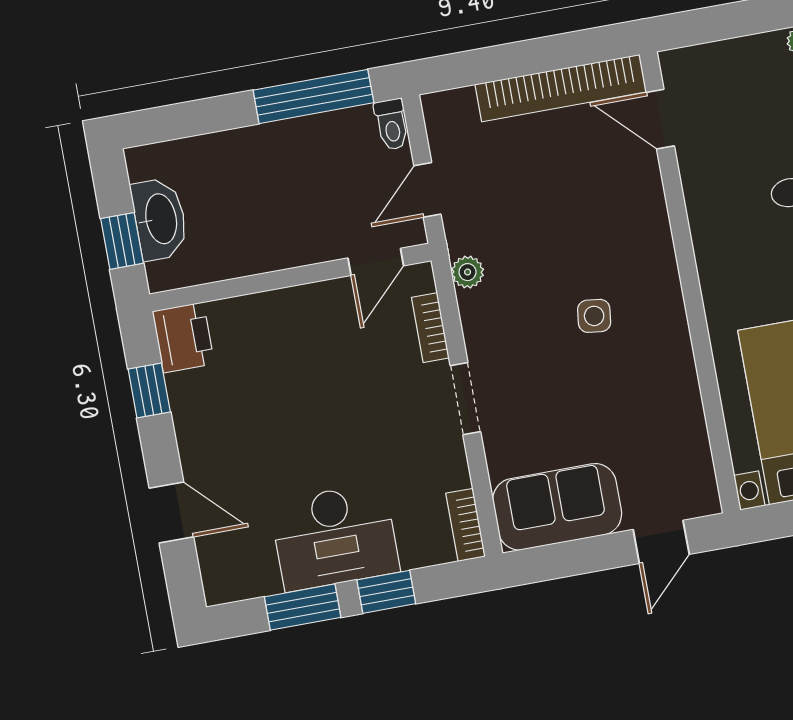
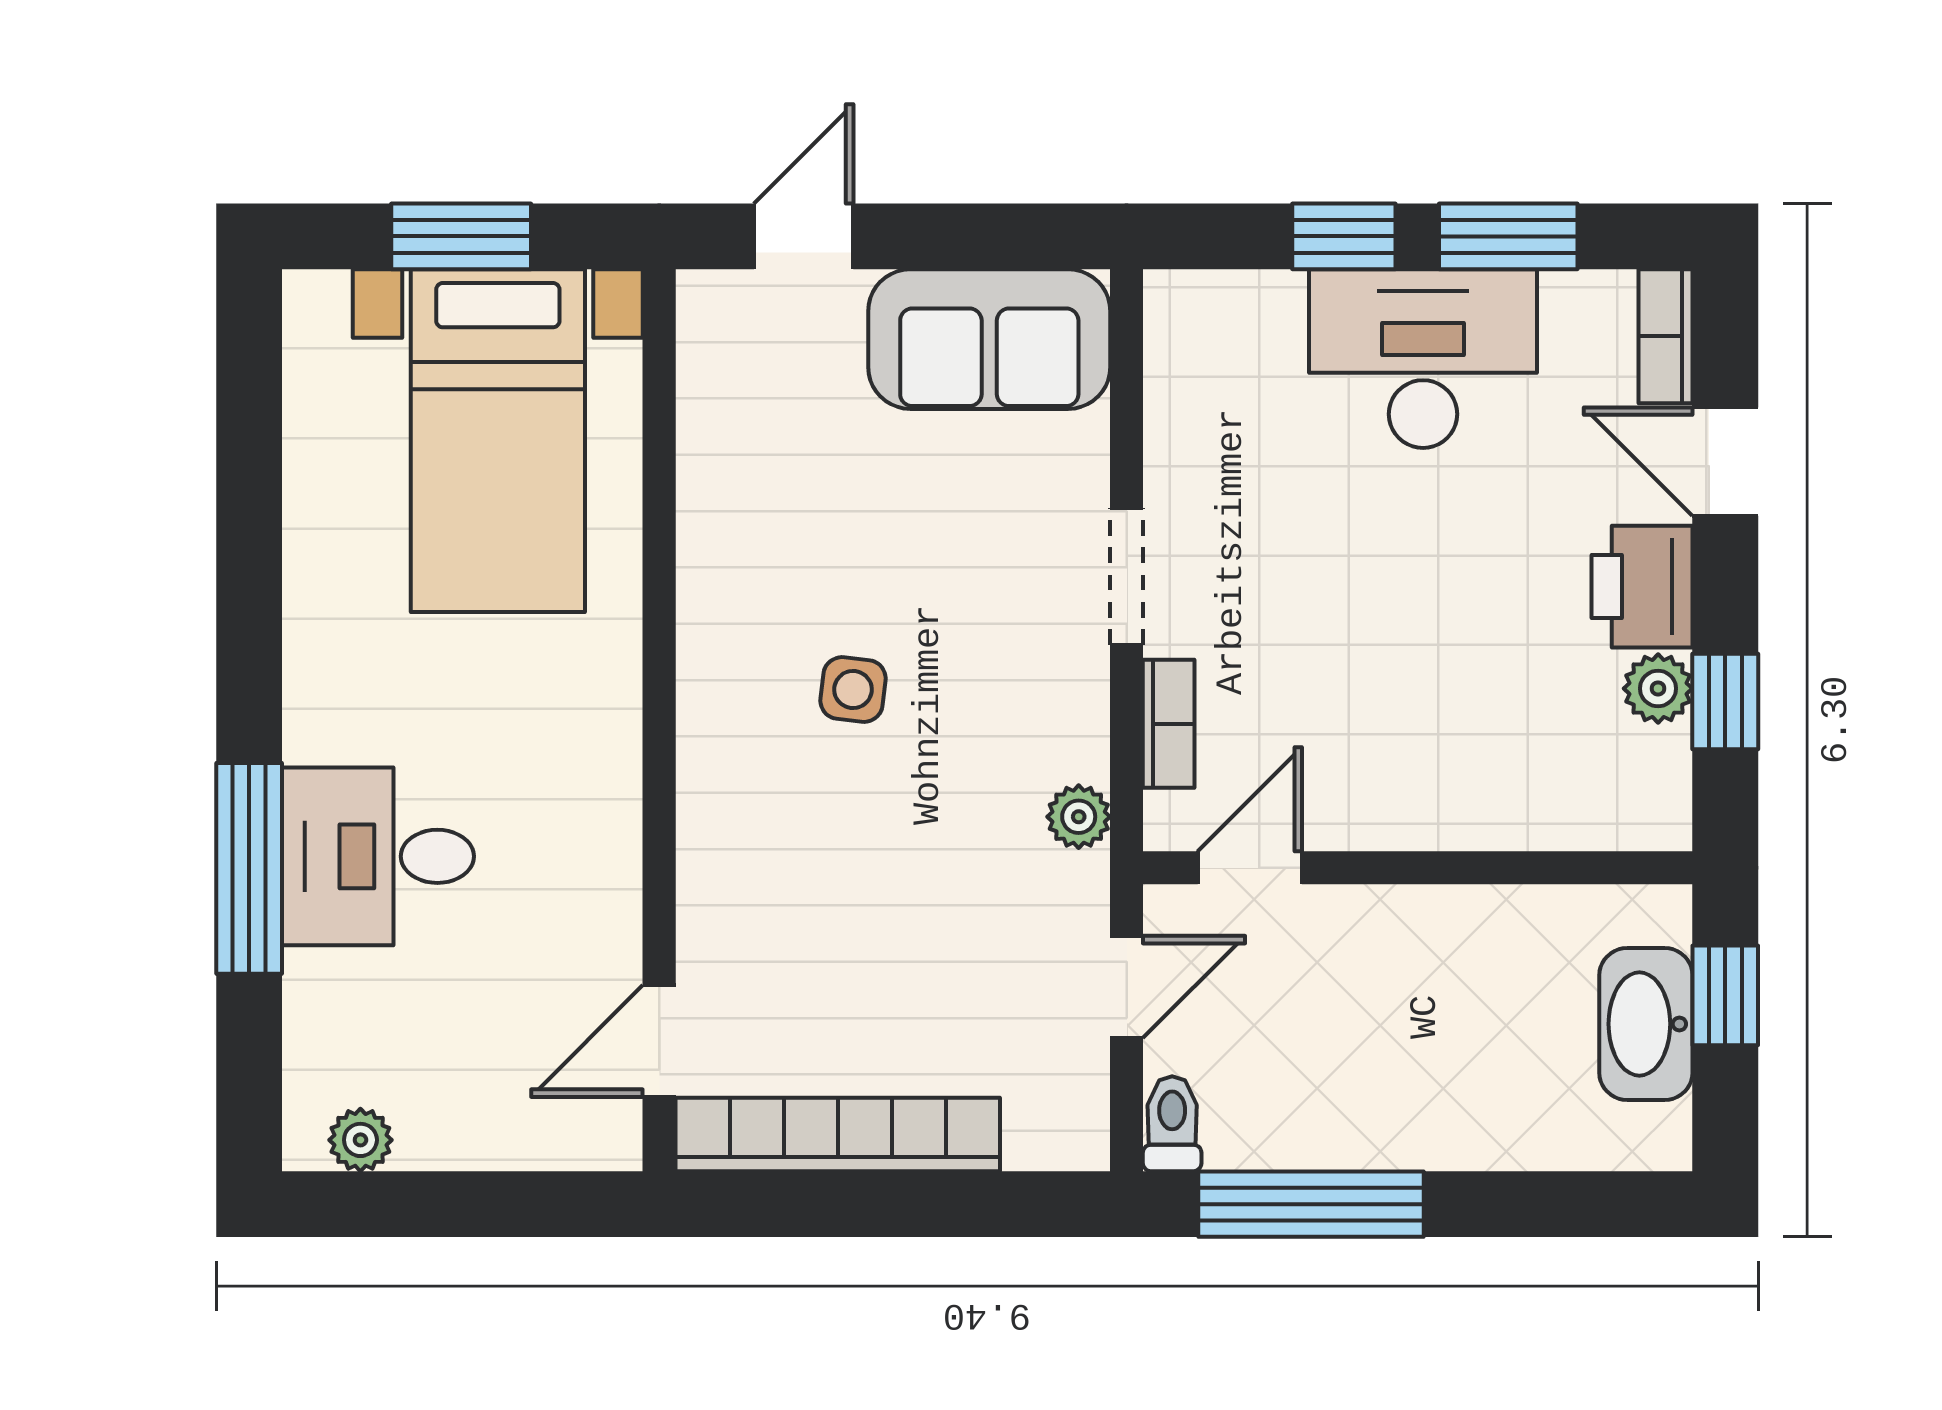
door: (660, 119) -> (659, 1041), swing flipped
printer: (183, 337) -> (1642, 587), moved
plant: (185, 391) -> (1658, 688), added
bookcase: (466, 525) -> (1666, 336), moved, turned 180

